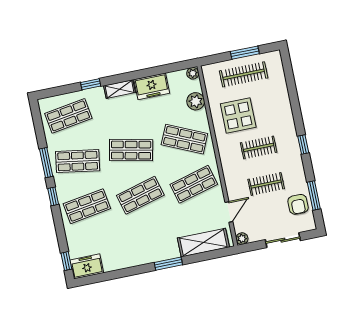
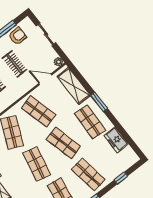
shop shelf: (150, 240) -> (90, 122), added
window: (66, 261) -> (121, 178), moved
freezer: (87, 266) -> (116, 140), moved

